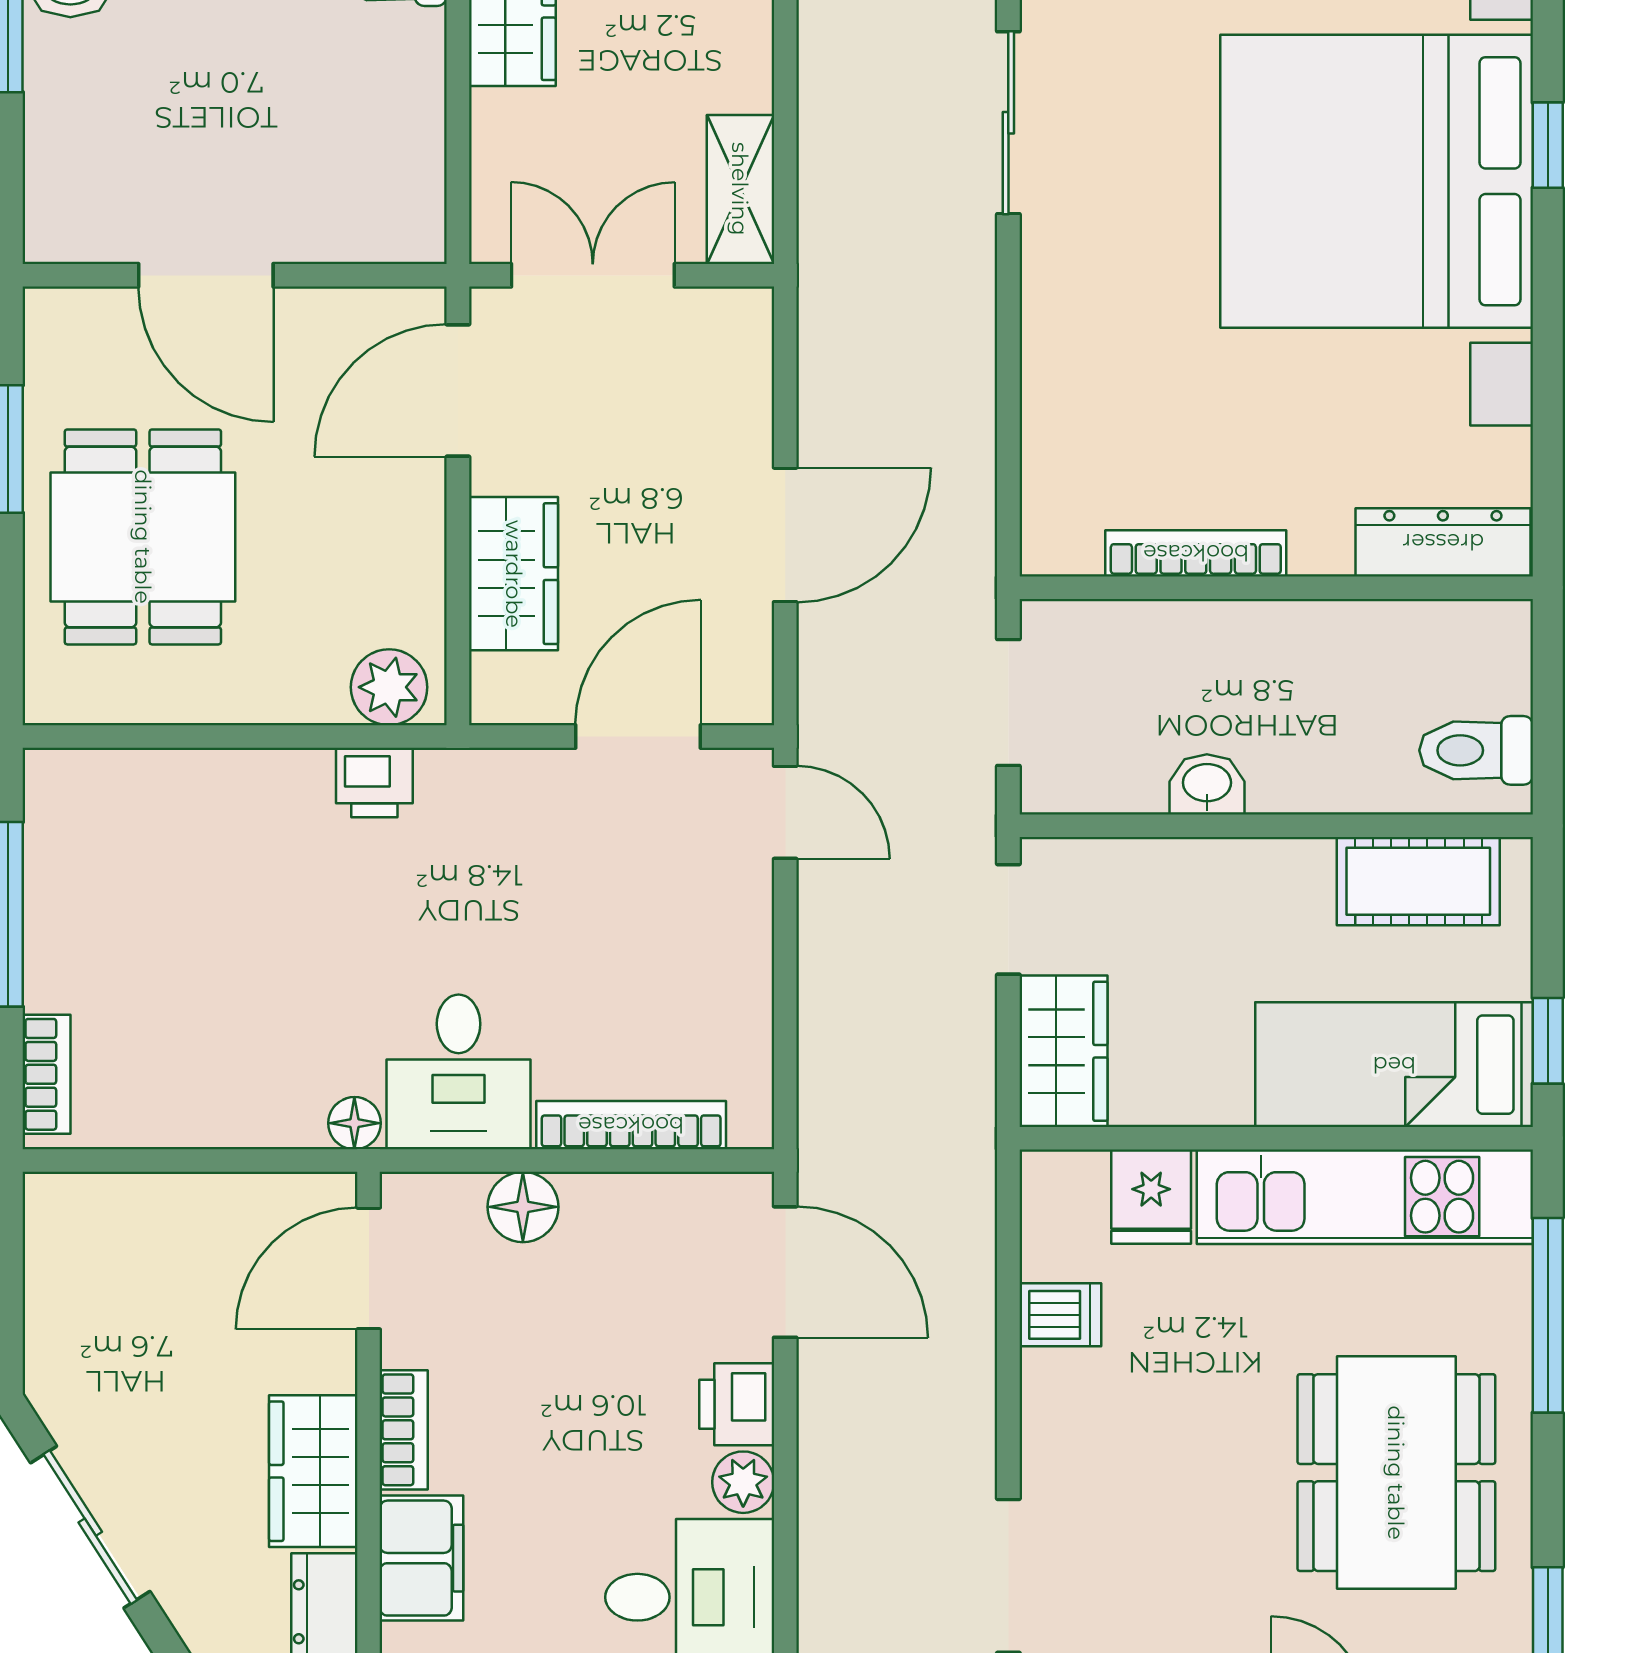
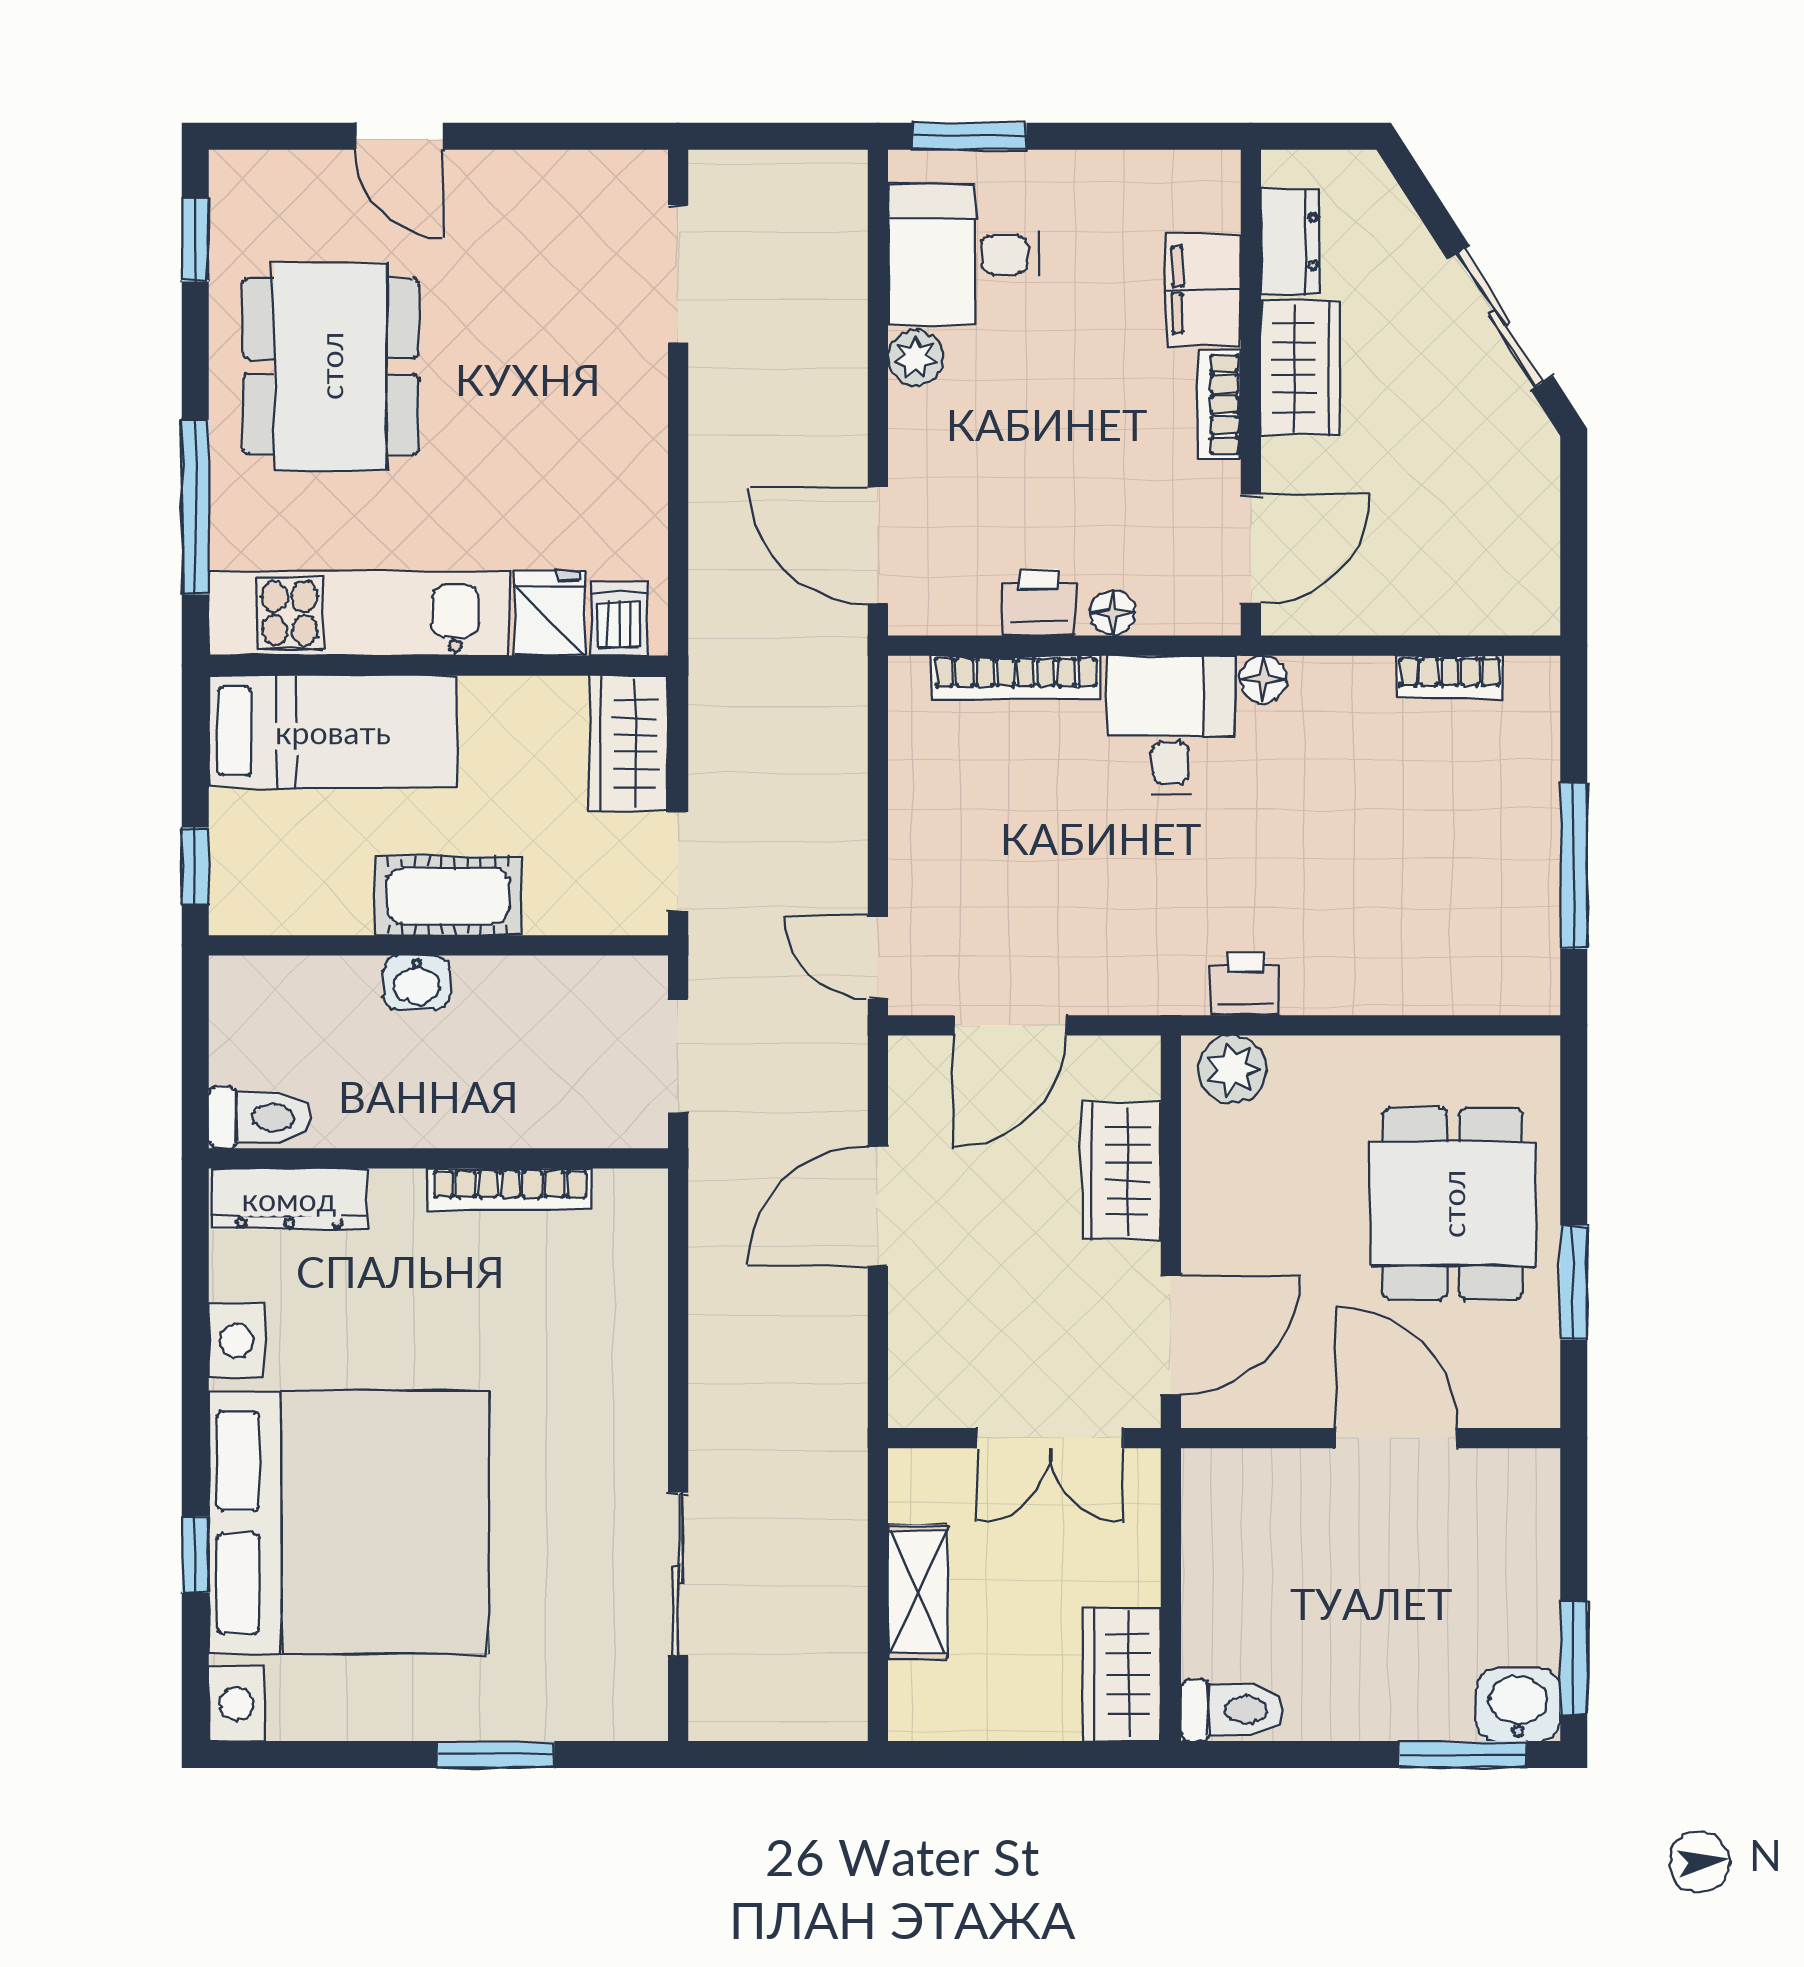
shelving: (740, 189) -> (918, 1592), moved
toilet: (1476, 750) -> (259, 1118), moved
washbasin: (1207, 784) -> (417, 982), moved
cot: (1418, 881) -> (448, 896), moved
window: (1548, 1041) -> (195, 866), moved
bookcase: (47, 1074) -> (1450, 677), moved, turned -90
floor lamp: (523, 1207) -> (1113, 613), width x0.73, depth x0.73
dishwasher: (1060, 1315) -> (619, 619), moved, turned 90
printer: (737, 1404) -> (1039, 602), moved, turned -90

